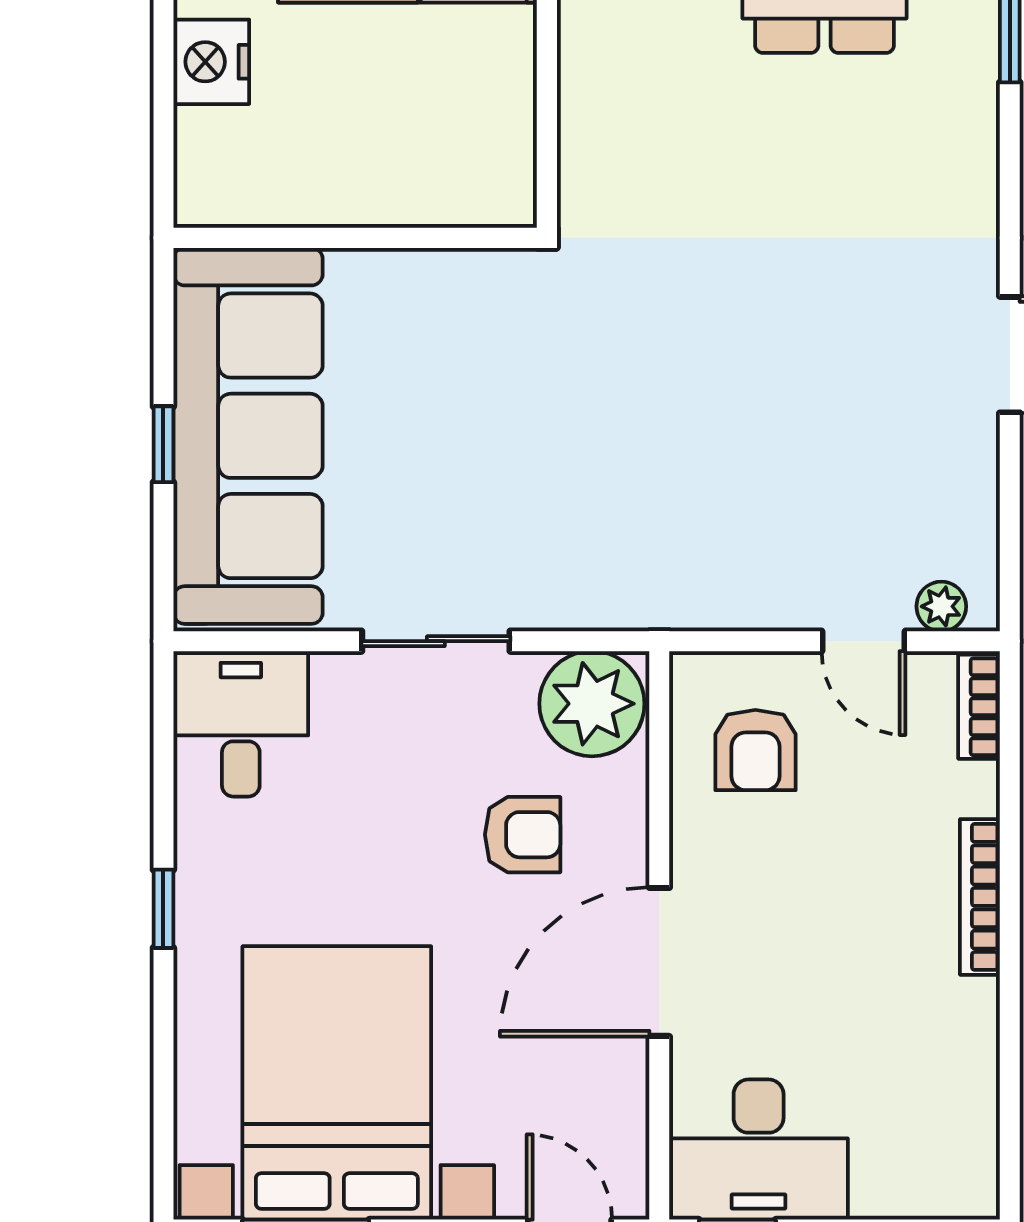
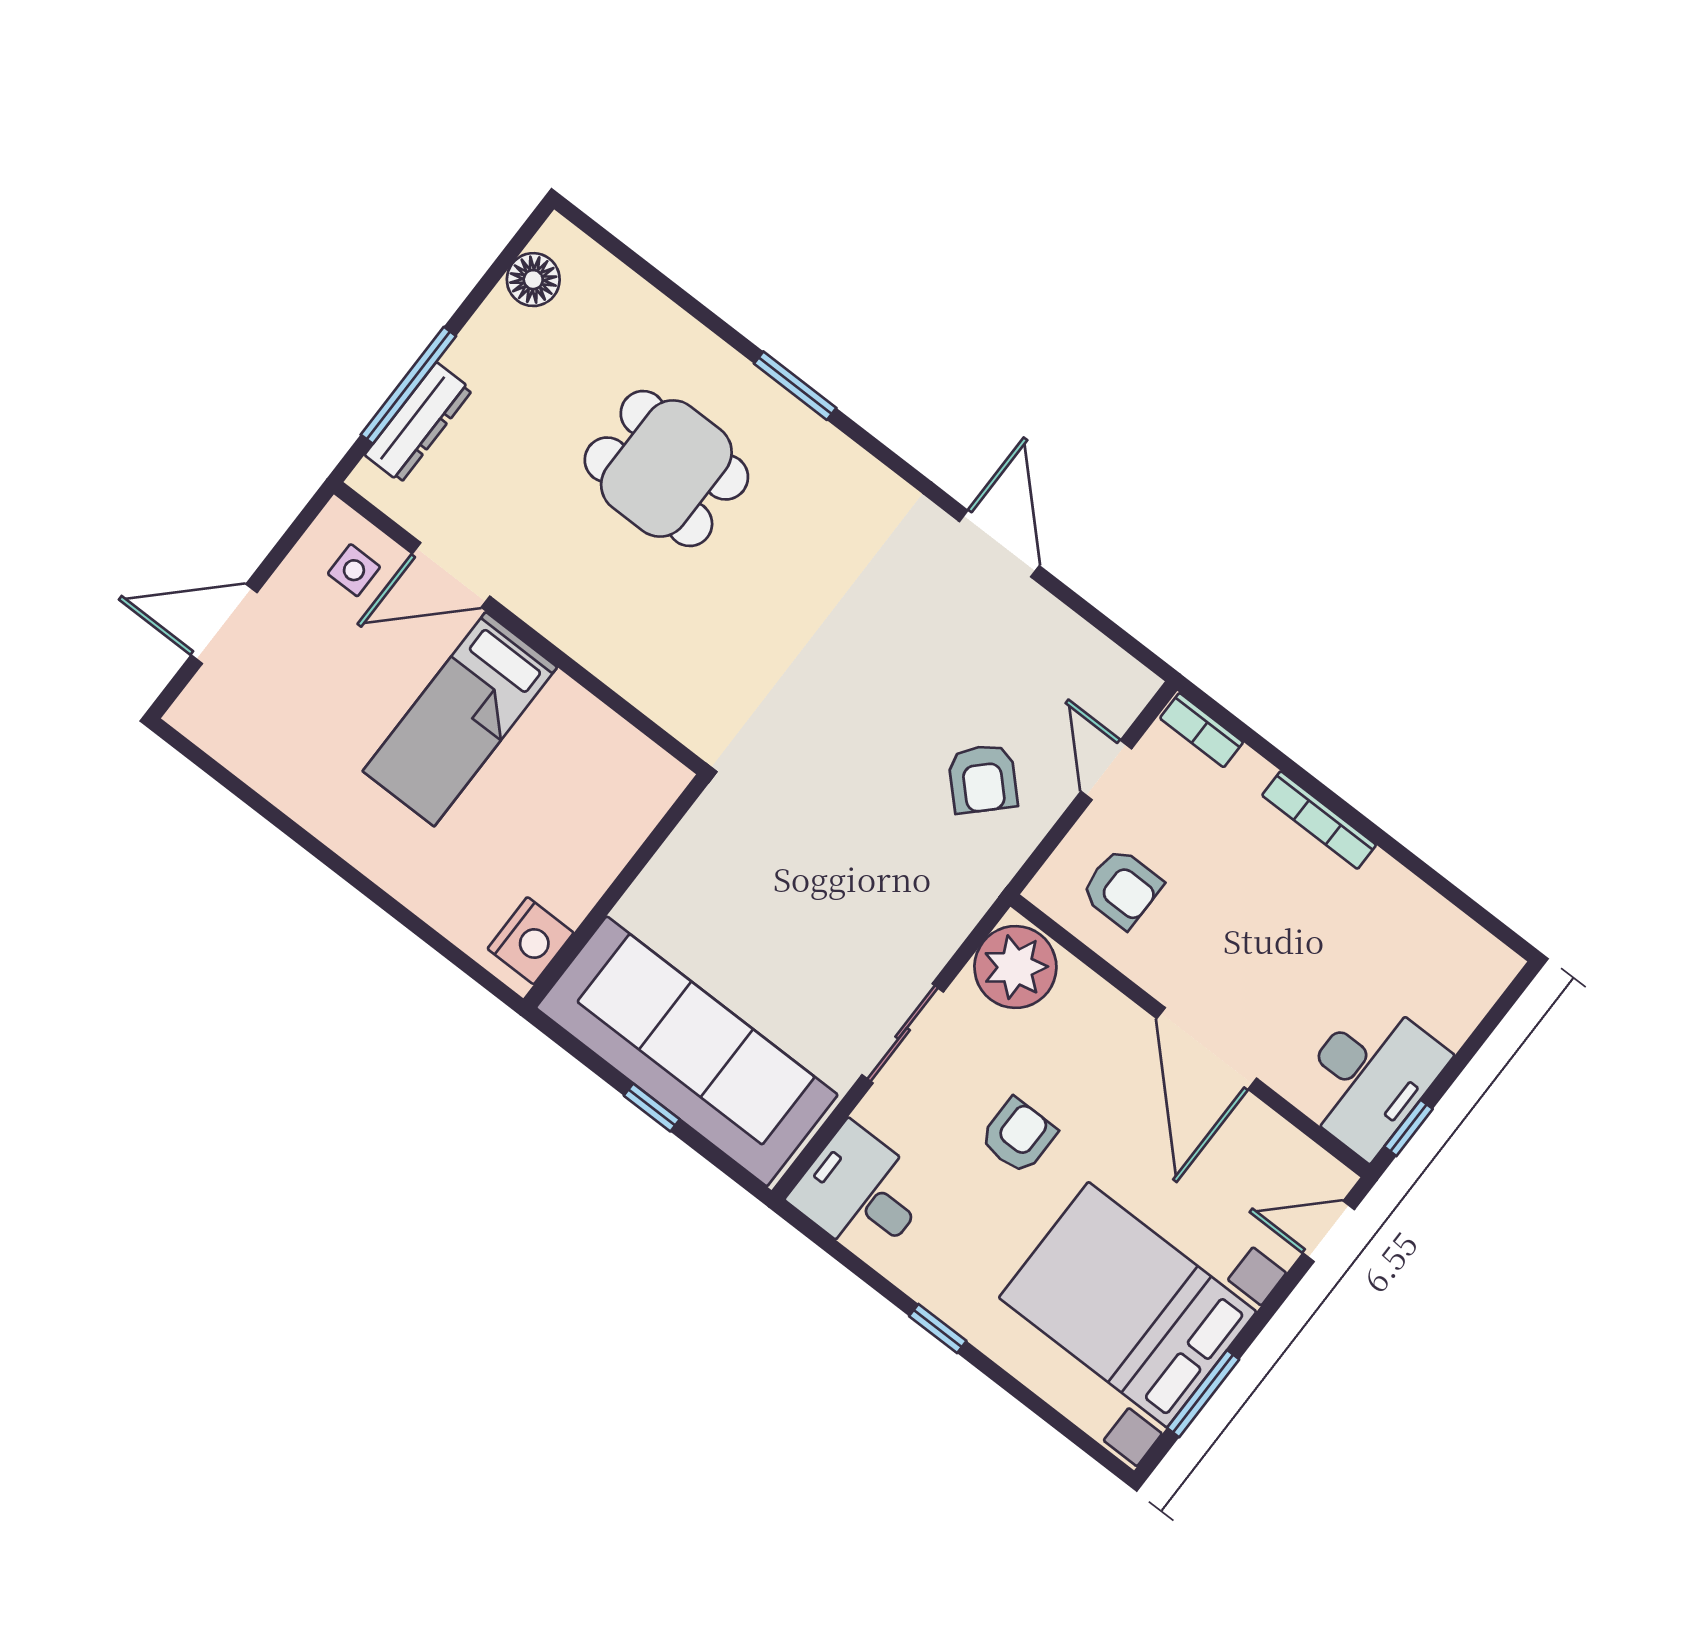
nightstand: (211, 62) -> (531, 941), moved, turned -90
armchair: (758, 522) -> (983, 779), added
plant: (941, 606) -> (1122, 706), removed
door: (864, 641) -> (1106, 770), swing flipped
armchair: (523, 835) -> (1018, 1136), moved

